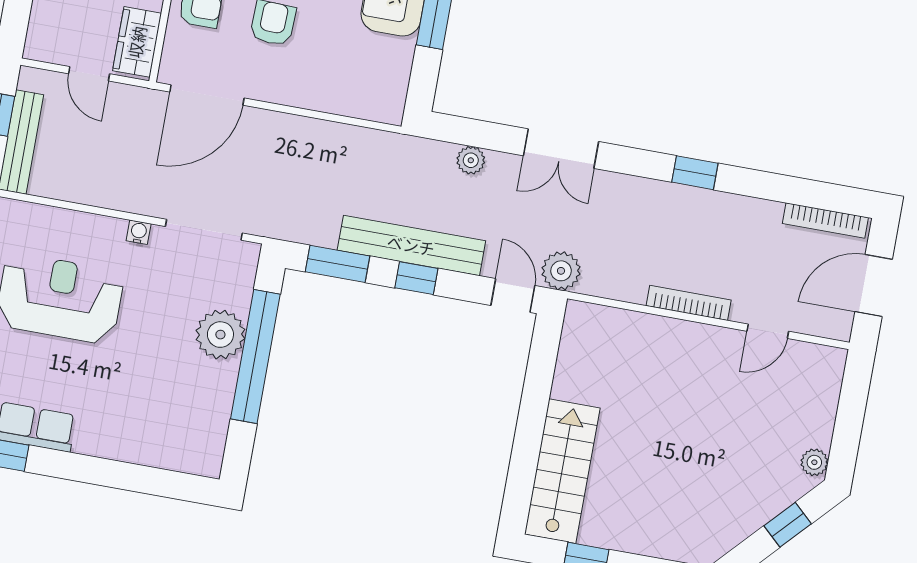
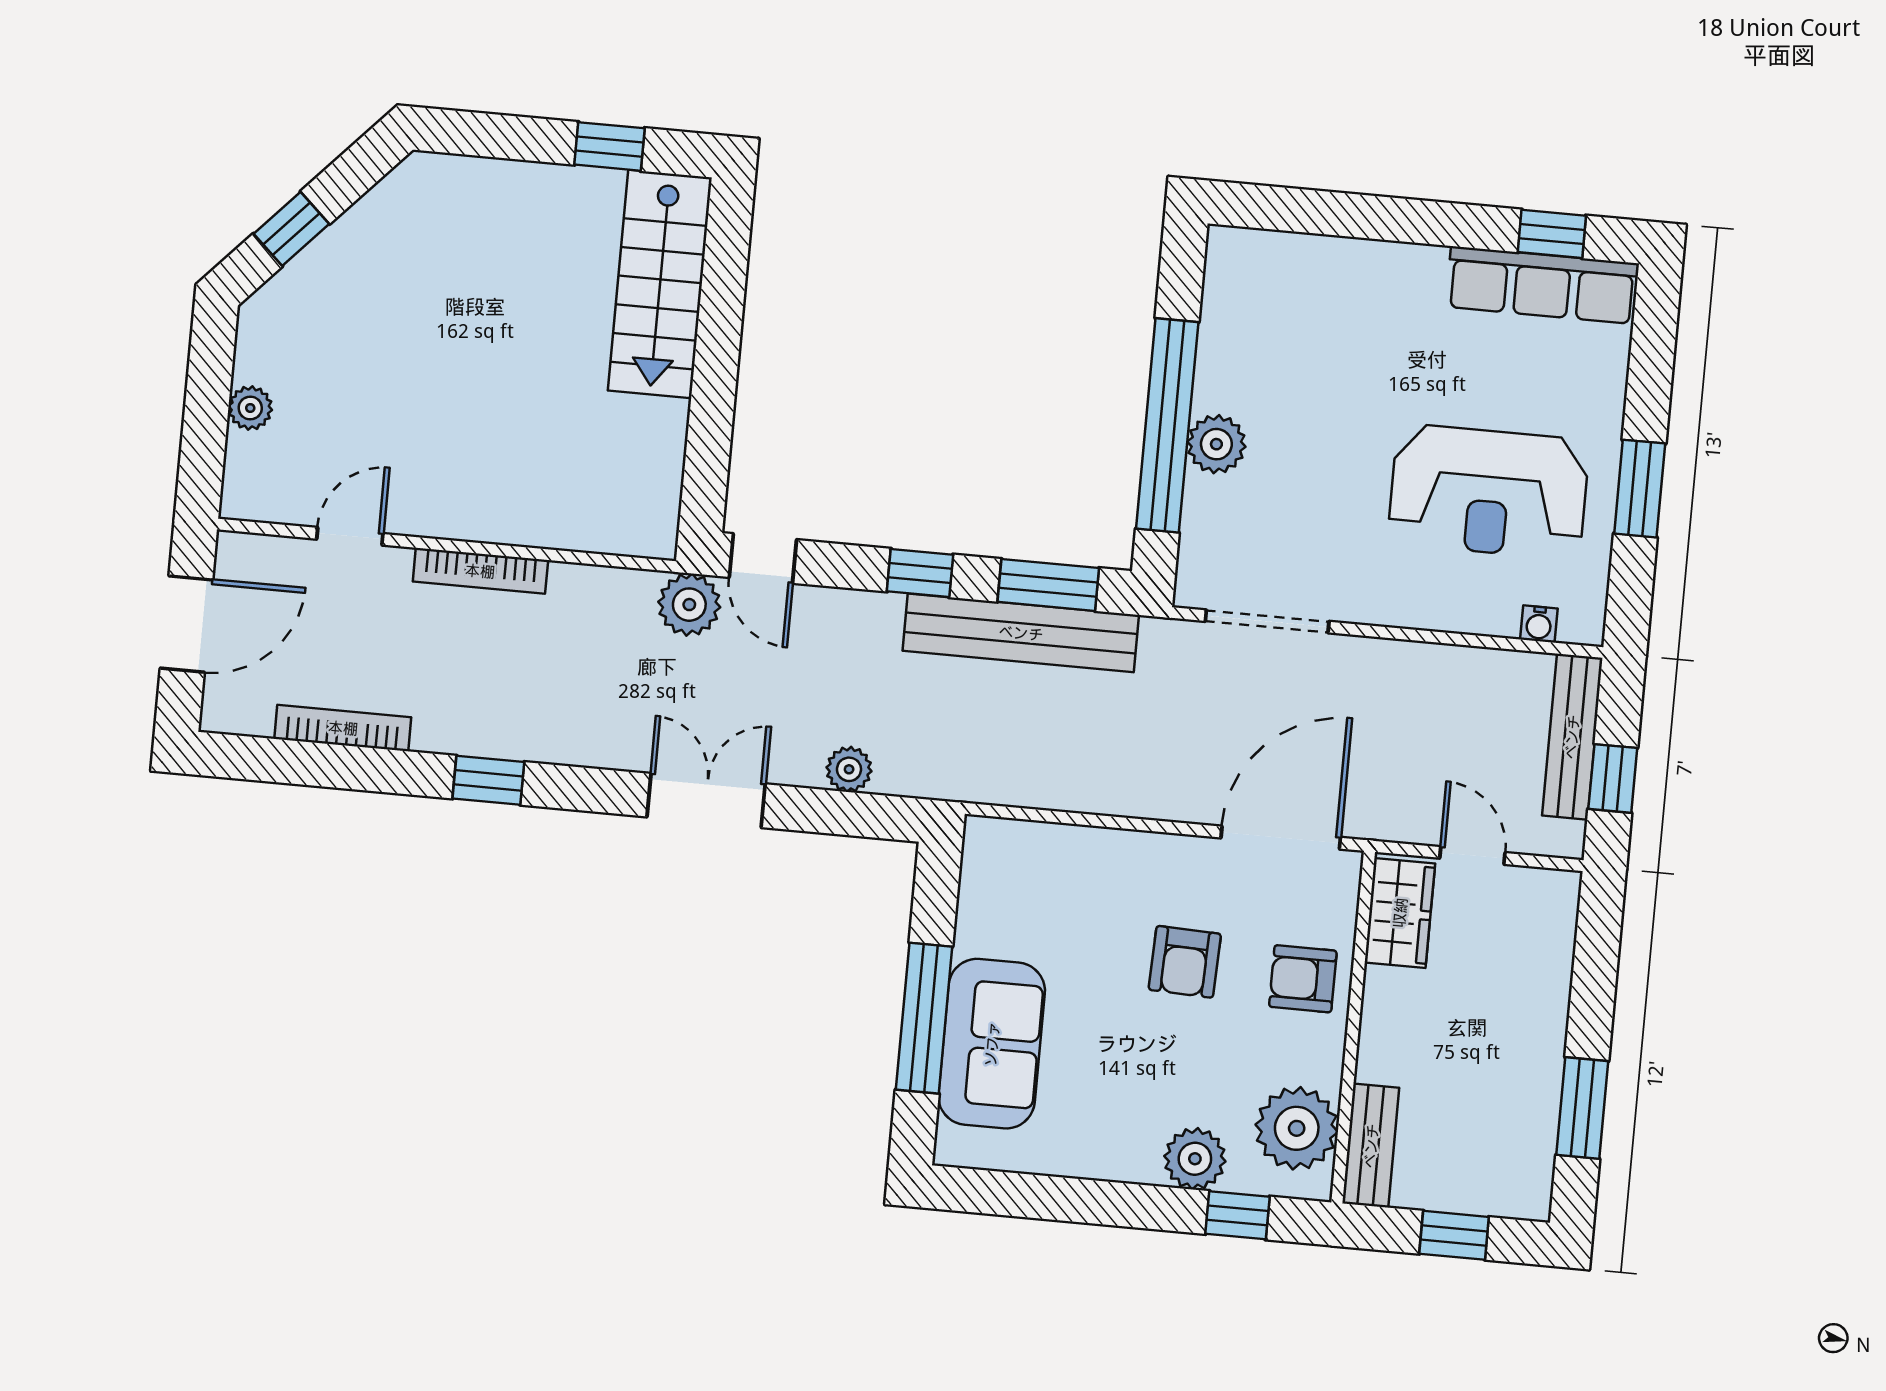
bookcase: (825, 221) -> (343, 728), moved
water cooler: (139, 232) -> (1539, 624), moved
bench: (411, 245) -> (1021, 633), moved
plant: (220, 335) -> (1216, 444), width x0.73, depth x0.73
plant: (814, 462) -> (250, 408), moved

